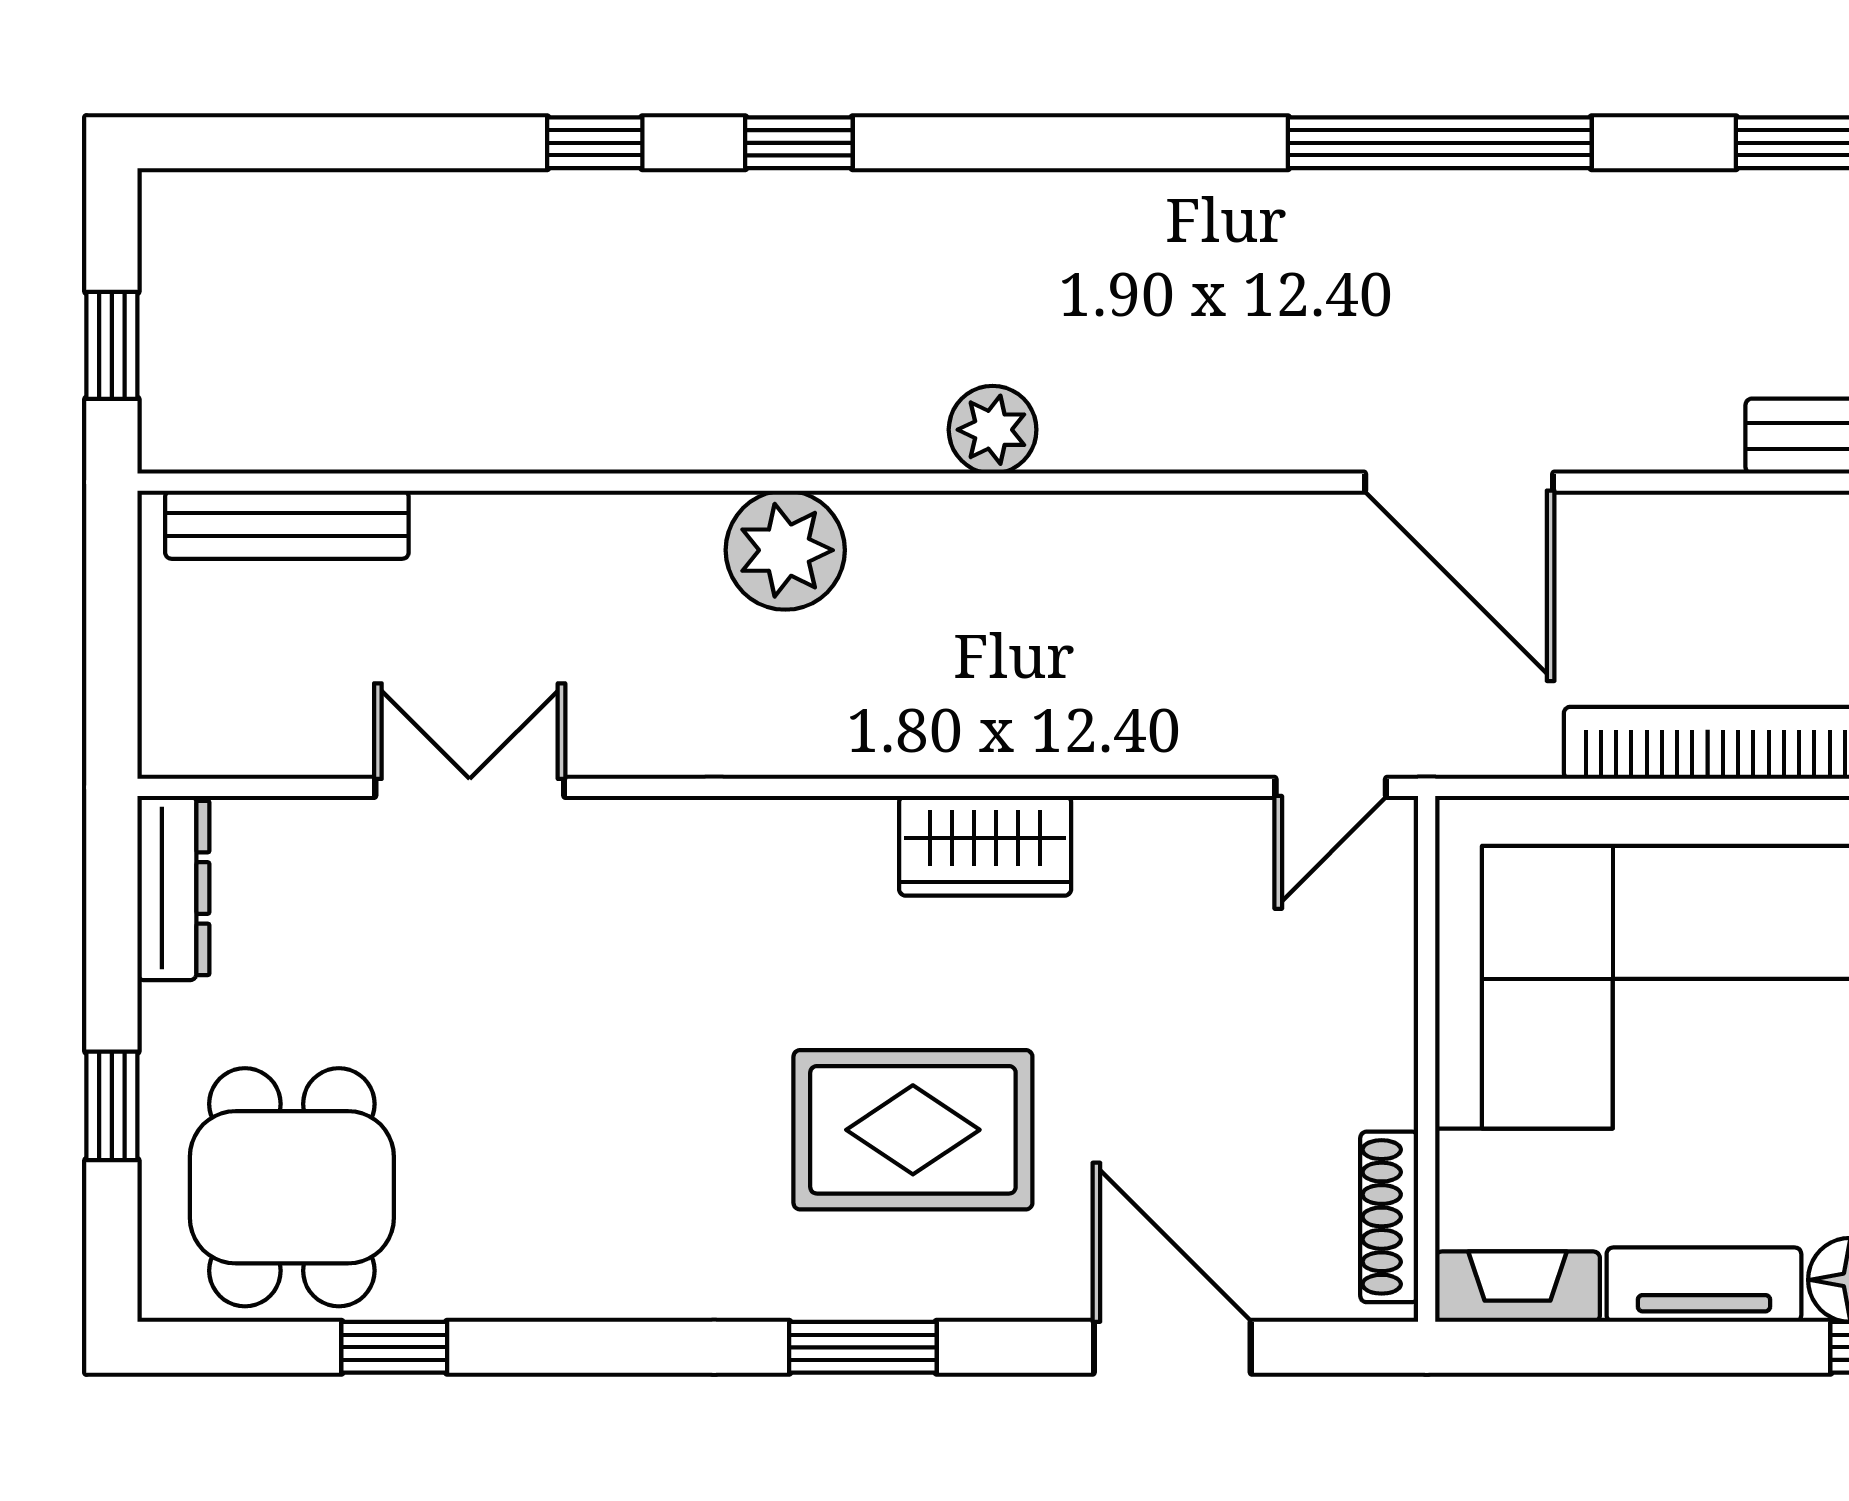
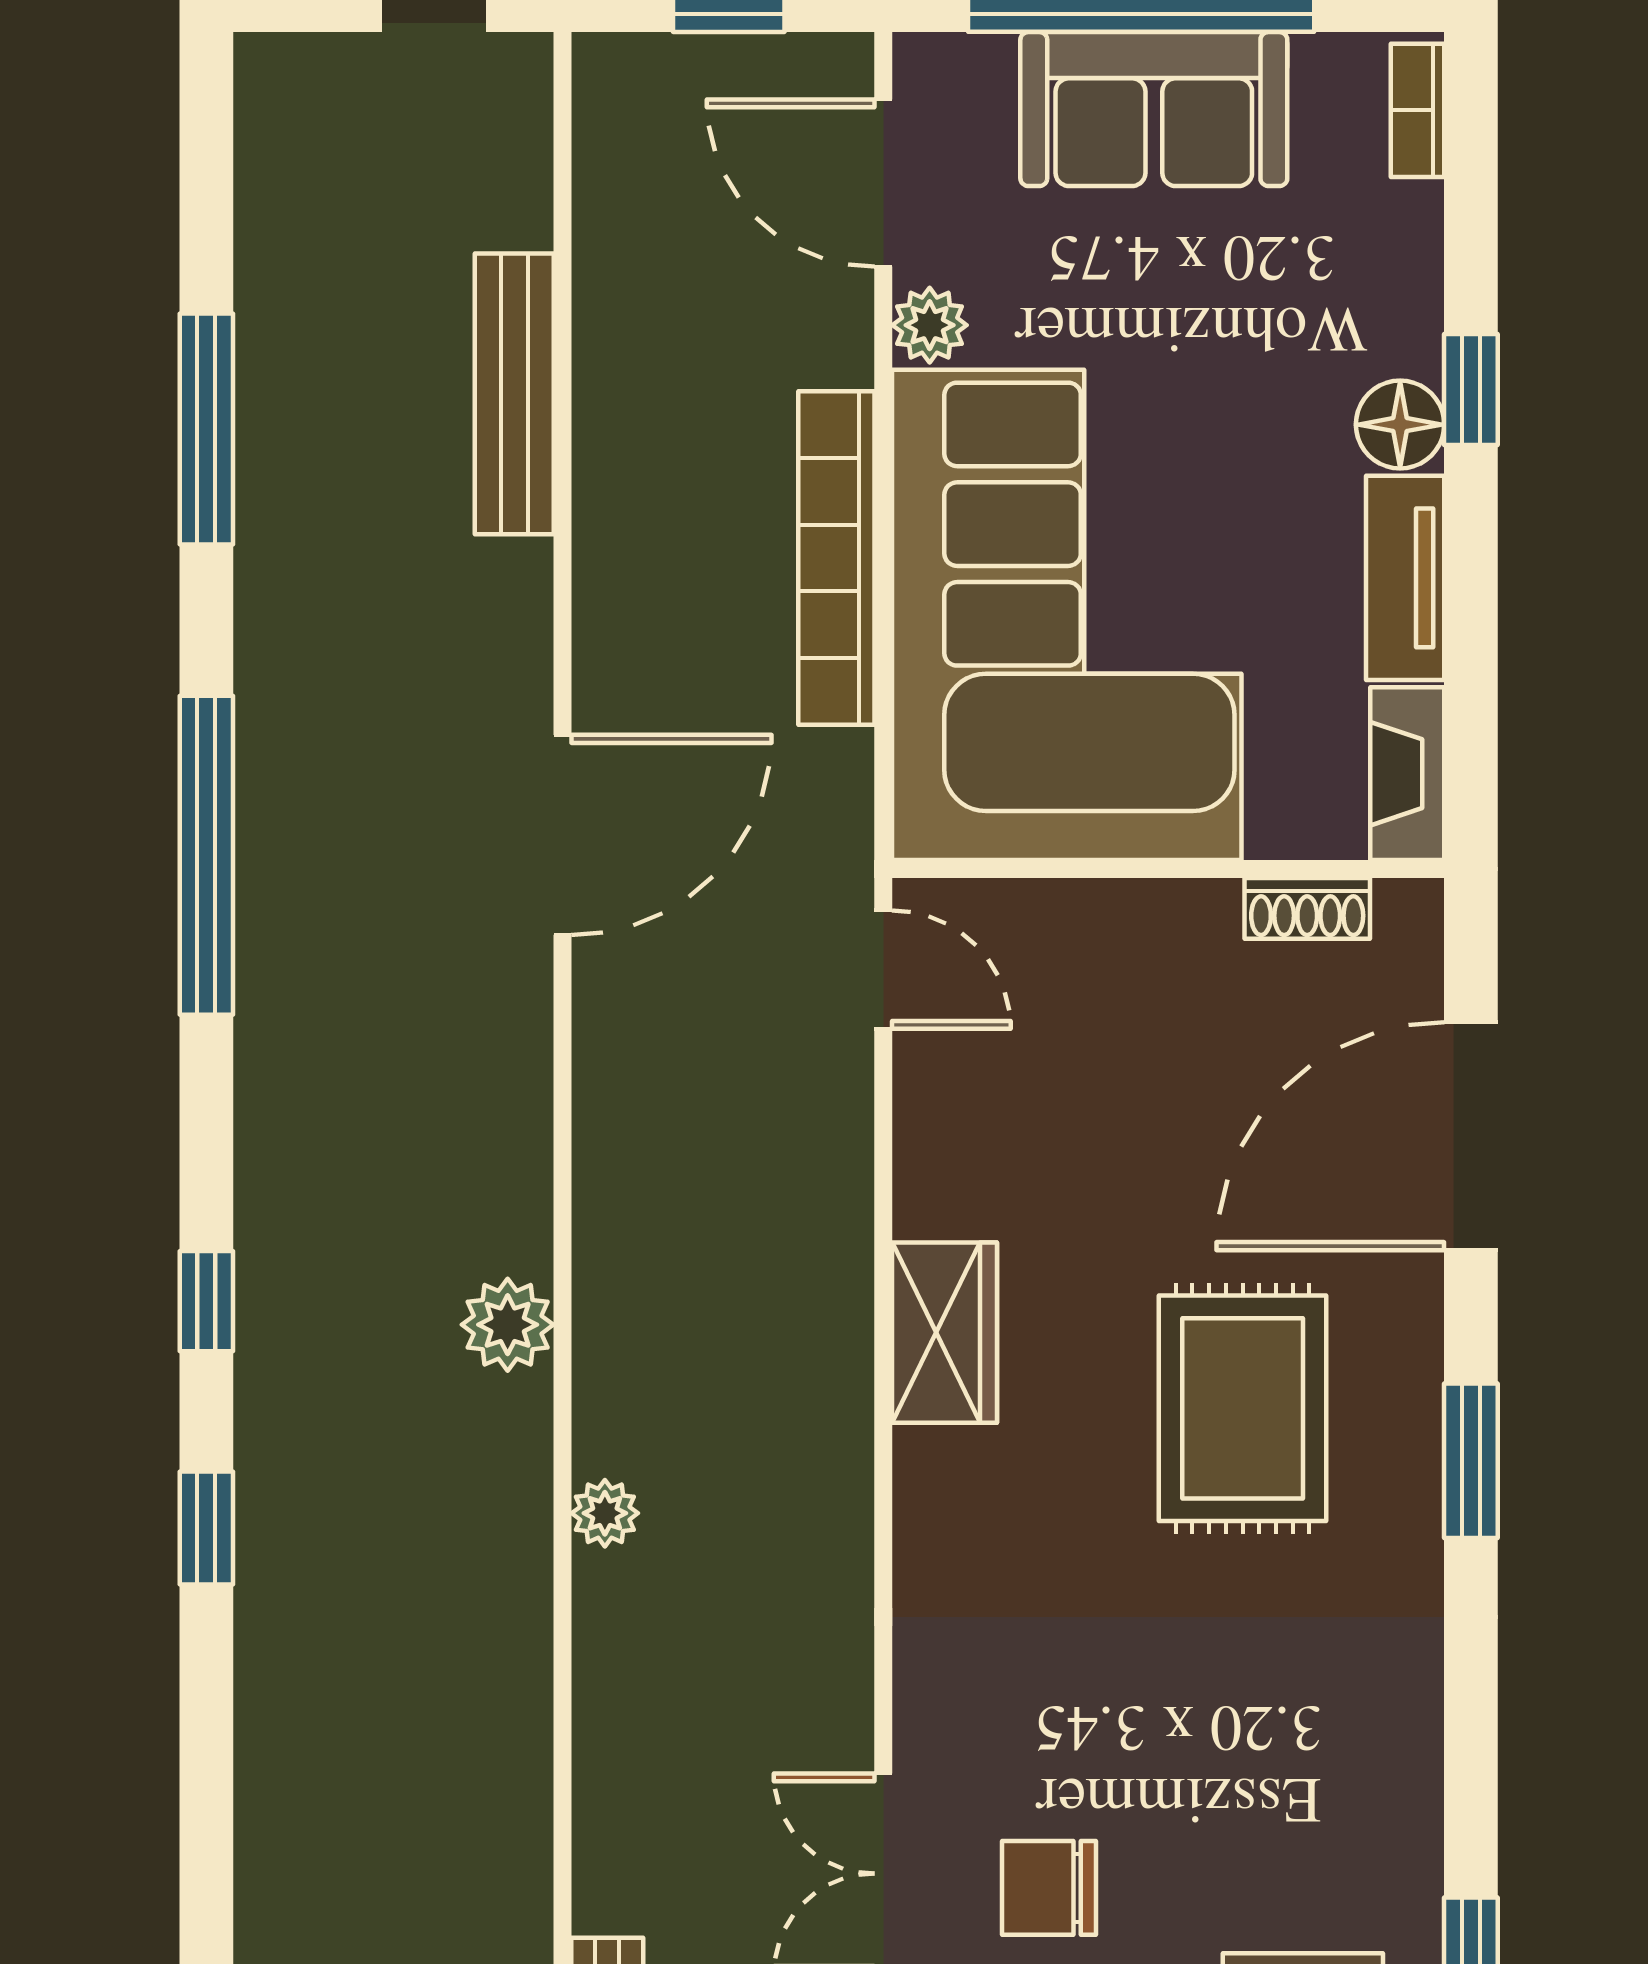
window: (595, 143) -> (206, 1301), moved
plant: (785, 550) -> (605, 1513), width x0.53, depth x0.53
chair: (456, 945) -> (1049, 1888), added
shoe rack: (1389, 1217) -> (1307, 908), width x0.70
door: (1172, 1347) -> (1471, 1136), width x1.36

